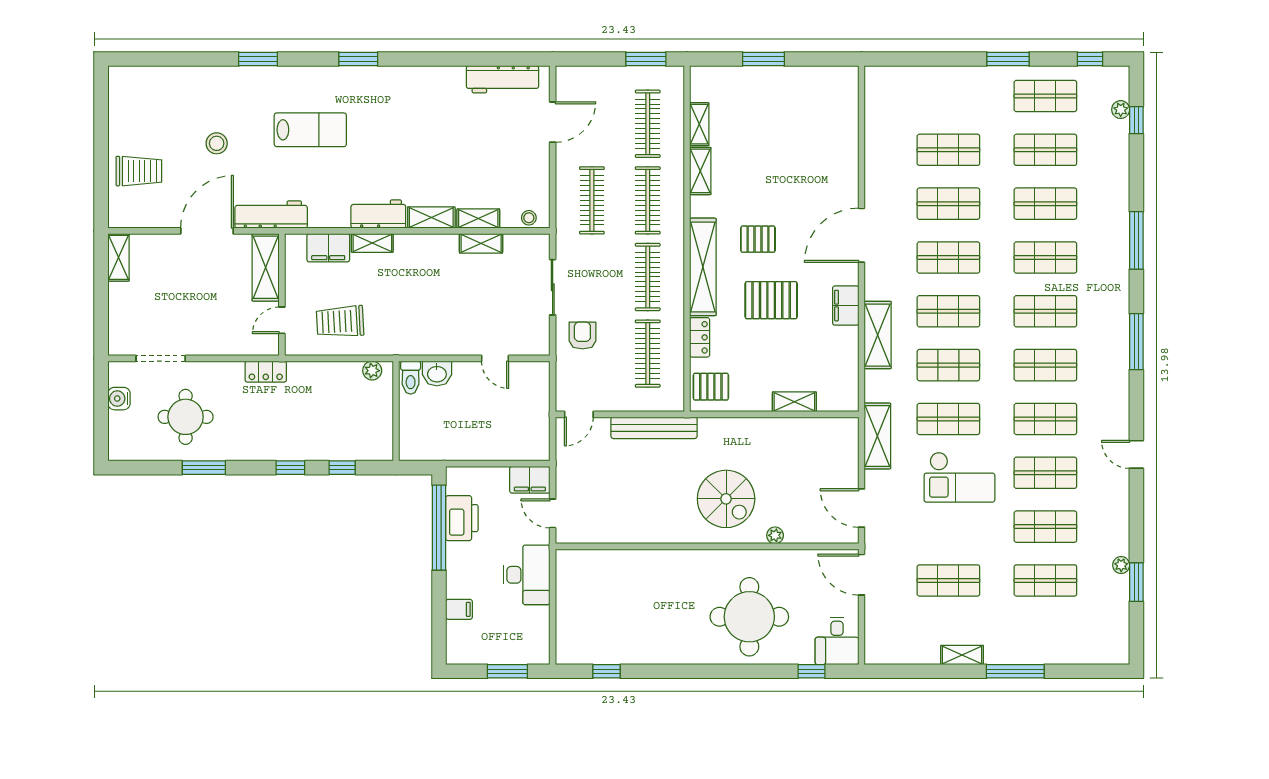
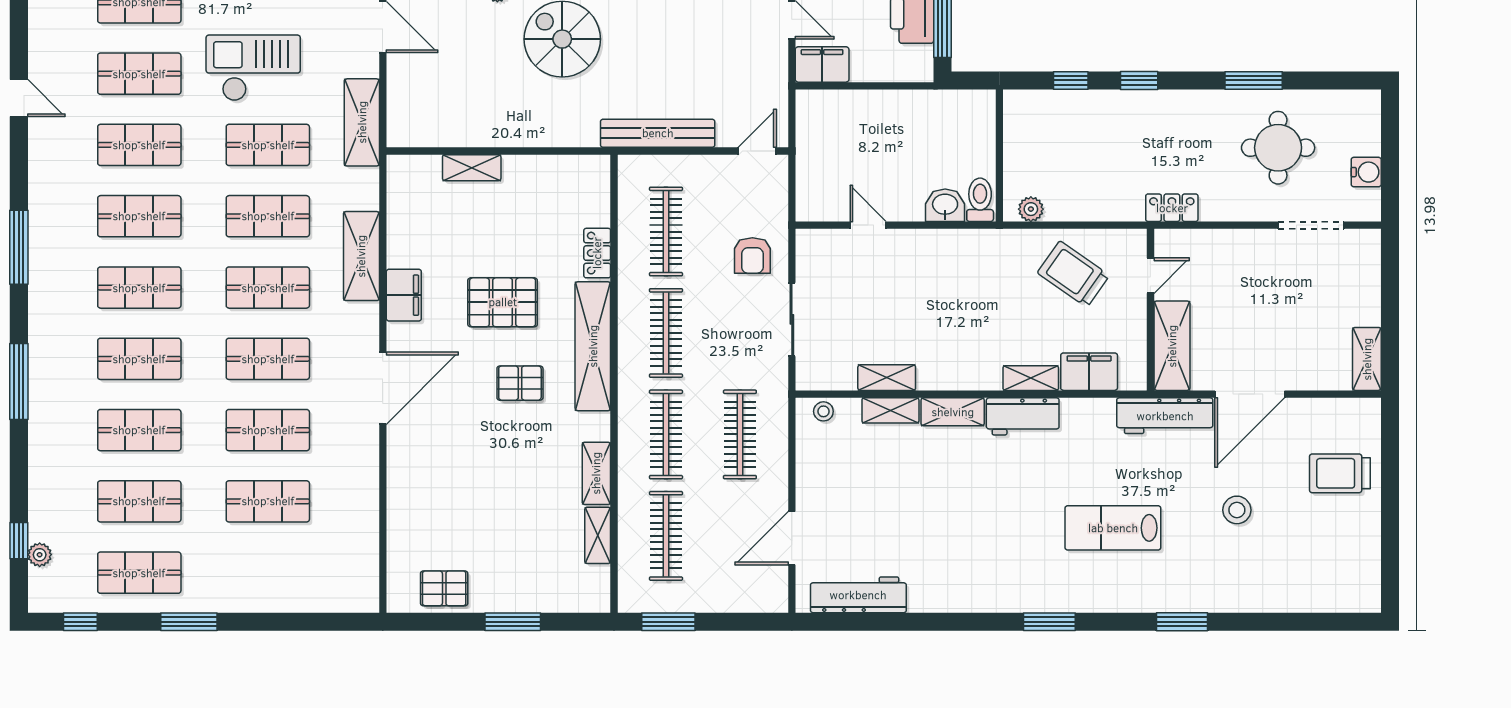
trolley: (340, 321) -> (1073, 274), turned -142
pallet: (711, 387) -> (444, 588), moved

